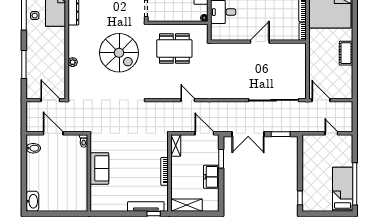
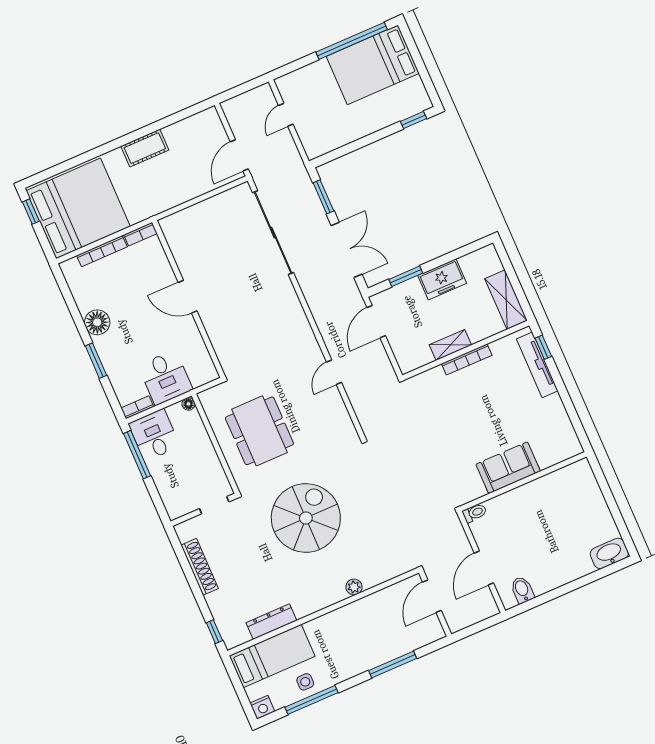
shelving: (176, 145) -> (450, 345), moved
bed: (343, 189) -> (373, 65), width x1.50

